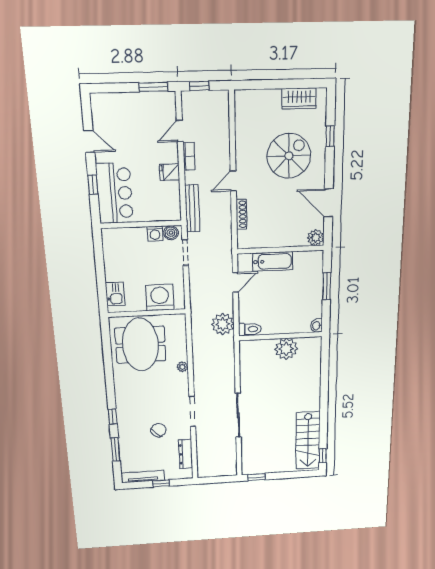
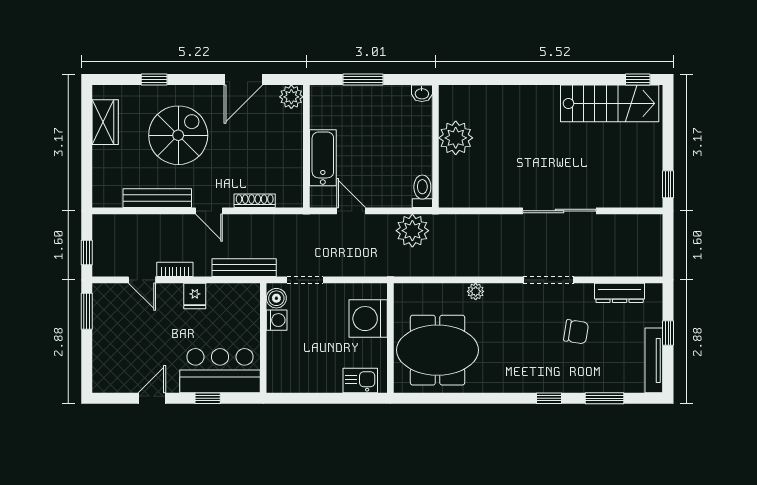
bench: (242, 141) -> (157, 198), added
spiral stairs: (289, 156) -> (178, 135), turned 90
chair: (159, 430) -> (576, 332), turned 148

